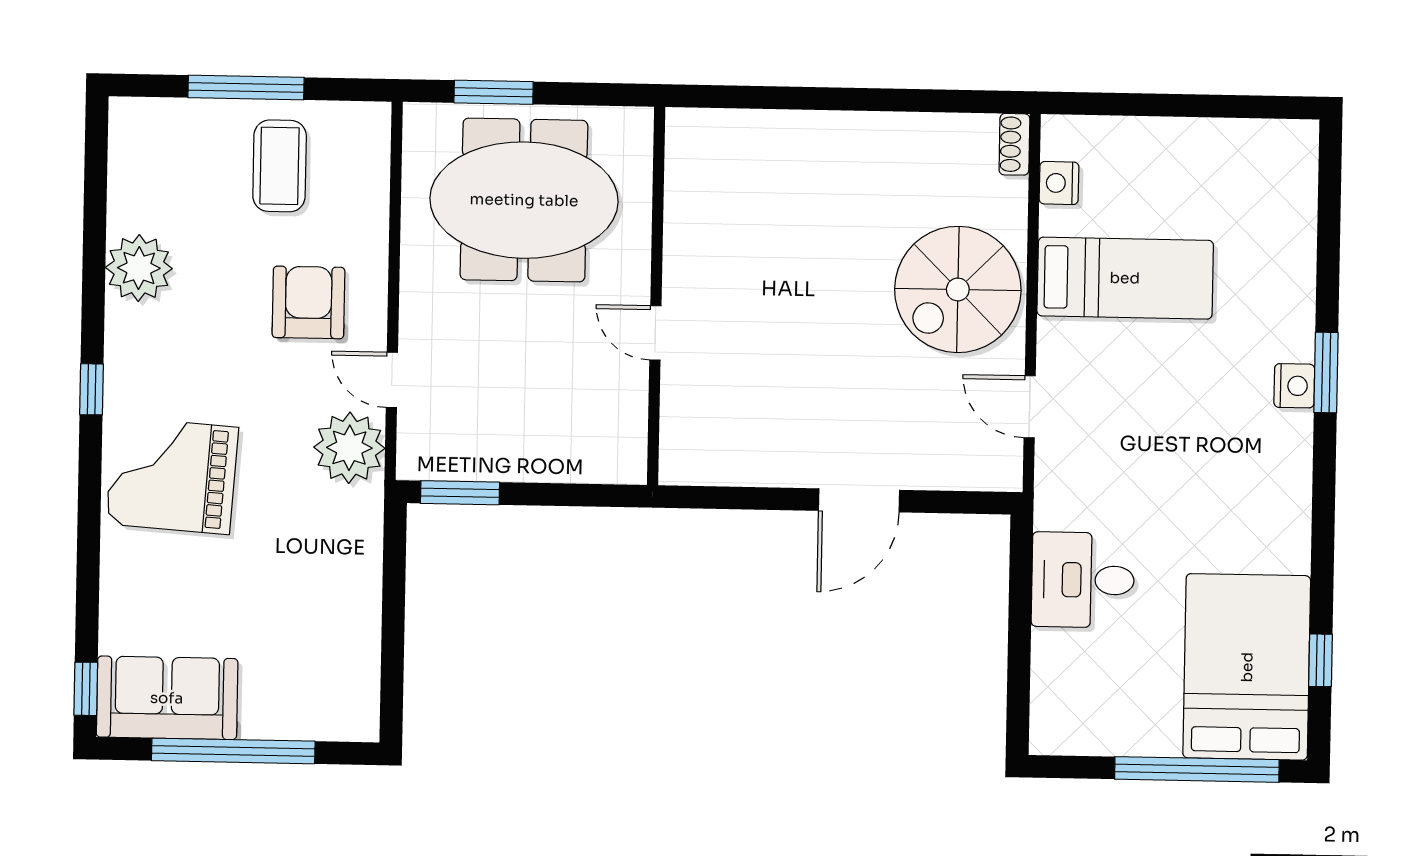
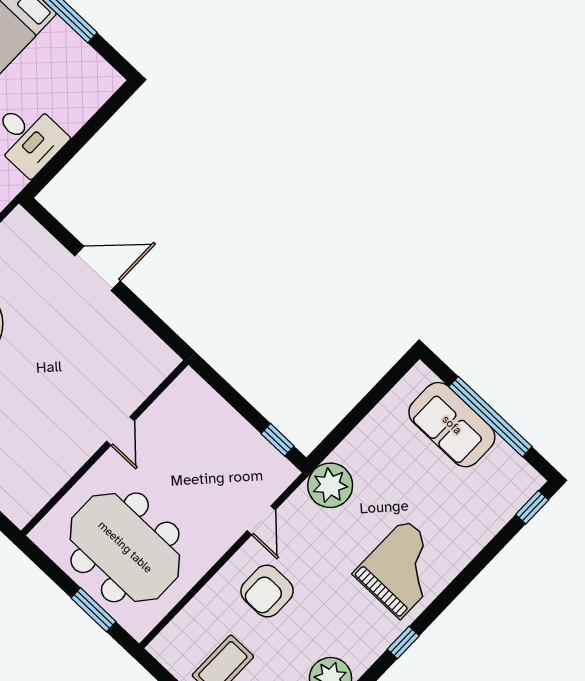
plant: (349, 448) -> (330, 485), moved
grand piano: (172, 476) -> (403, 569), turned -94
window: (460, 493) -> (278, 440), width x0.67
sofa: (167, 698) -> (452, 425), moved

